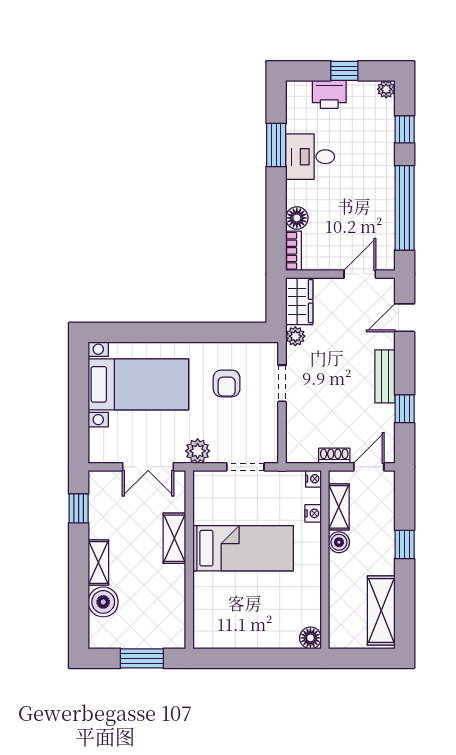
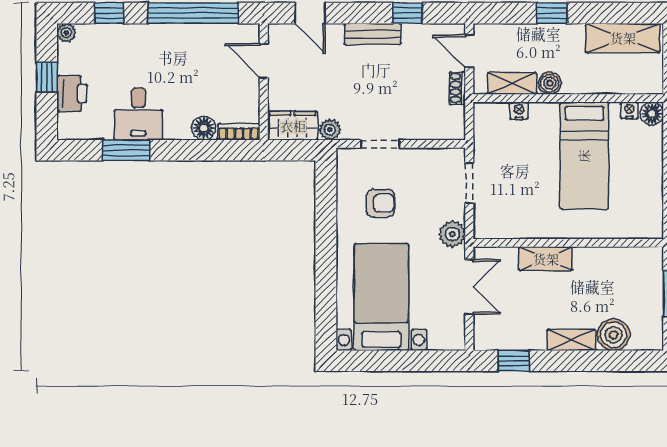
nightstand: (313, 479) -> (629, 110), moved
bed: (243, 548) -> (584, 156), moved, turned 180

